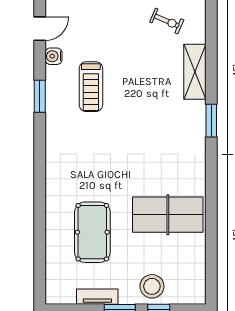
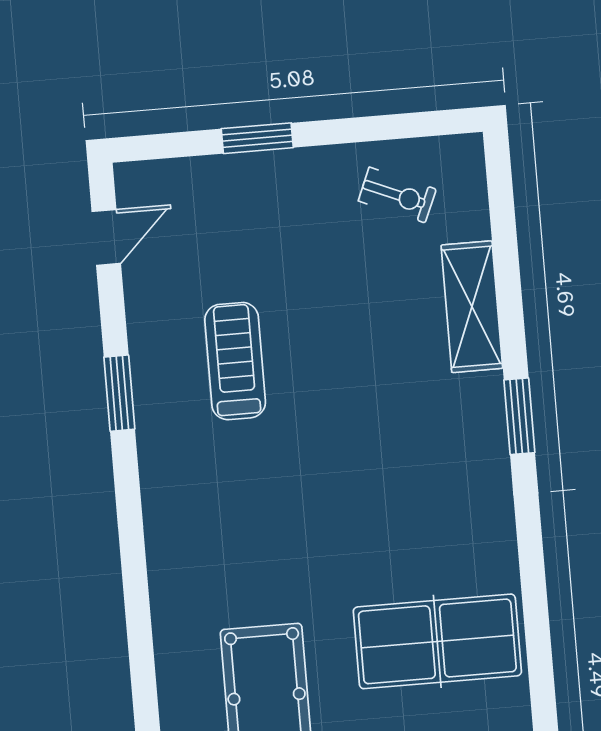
water cooler: (54, 56) -> (143, 298), removed
treadmill: (91, 87) -> (235, 361), turned 180

